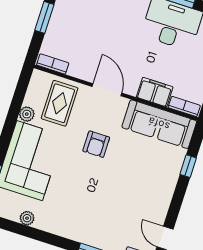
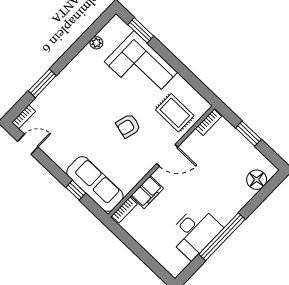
plant: (27, 114) -> (179, 83), removed
sofa: (159, 124) -> (95, 184), moved, turned 90
armchair: (96, 144) -> (128, 126), turned -75

